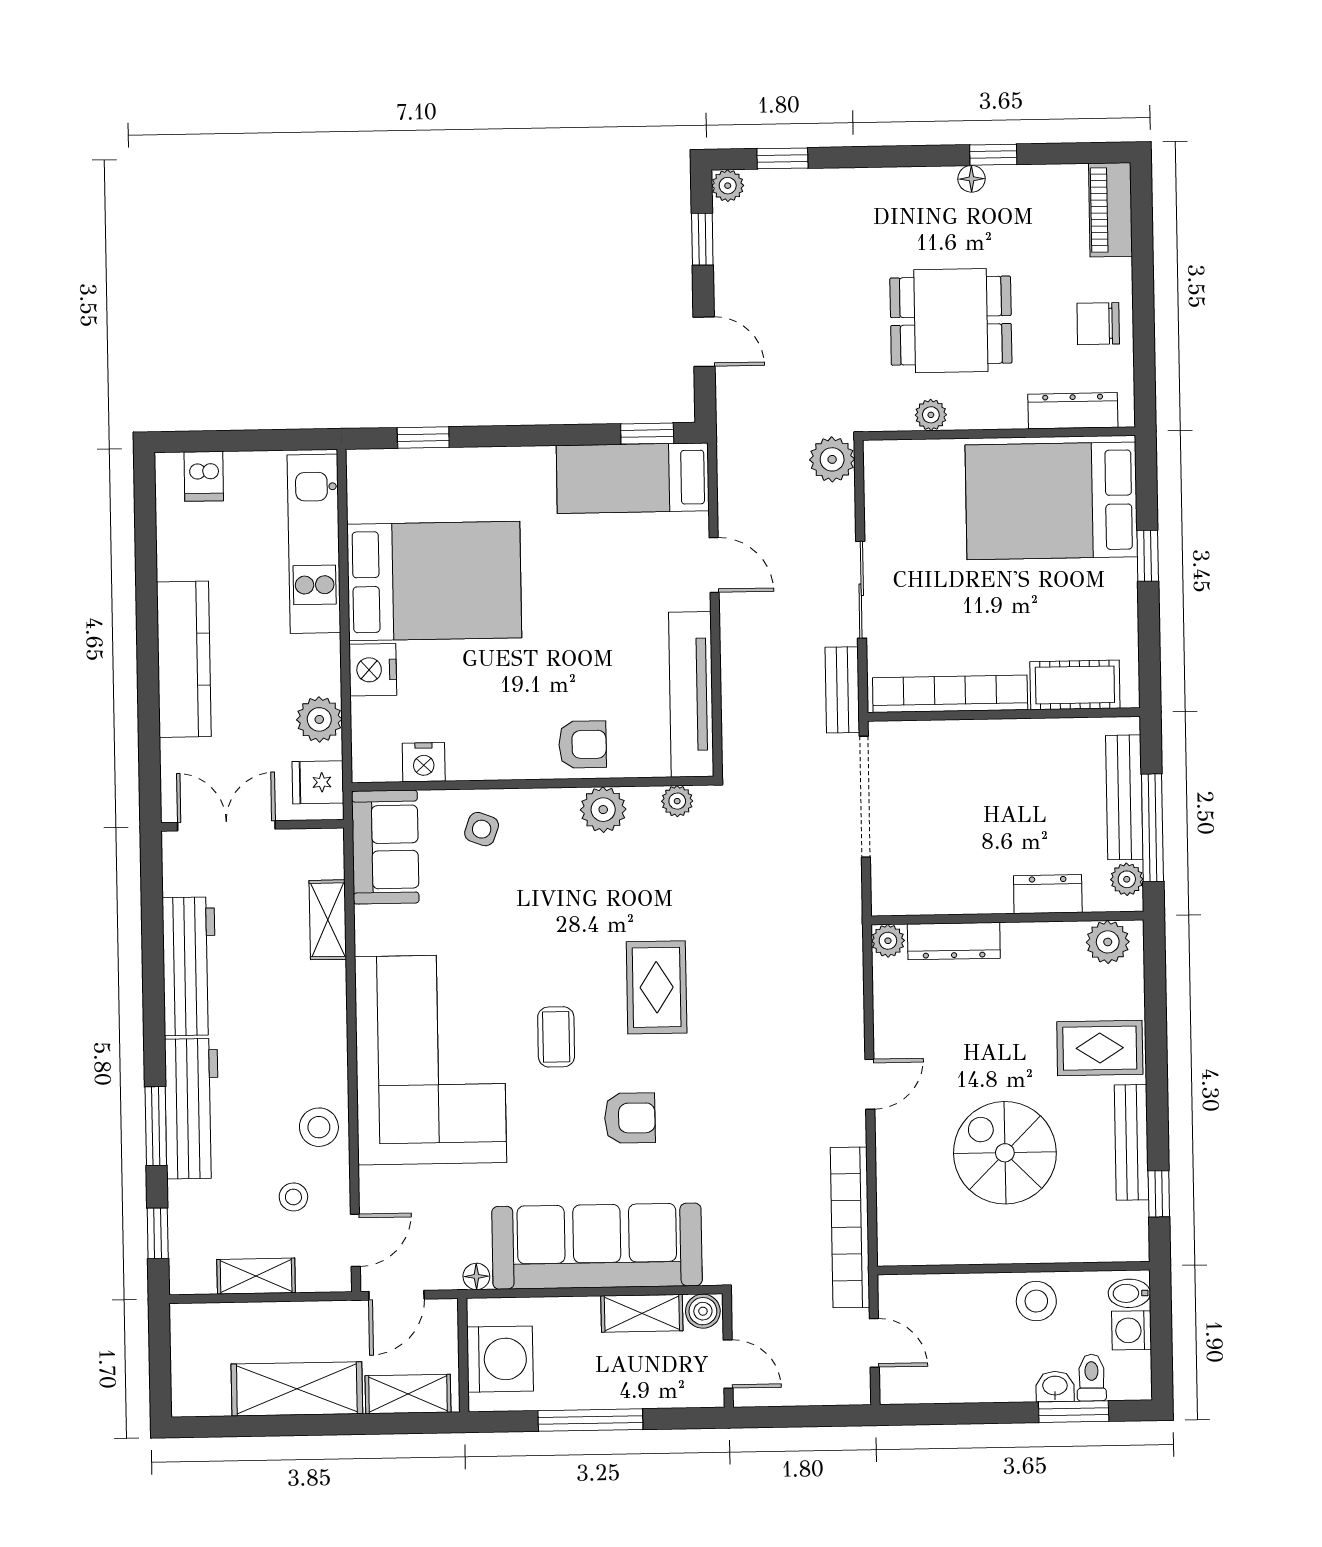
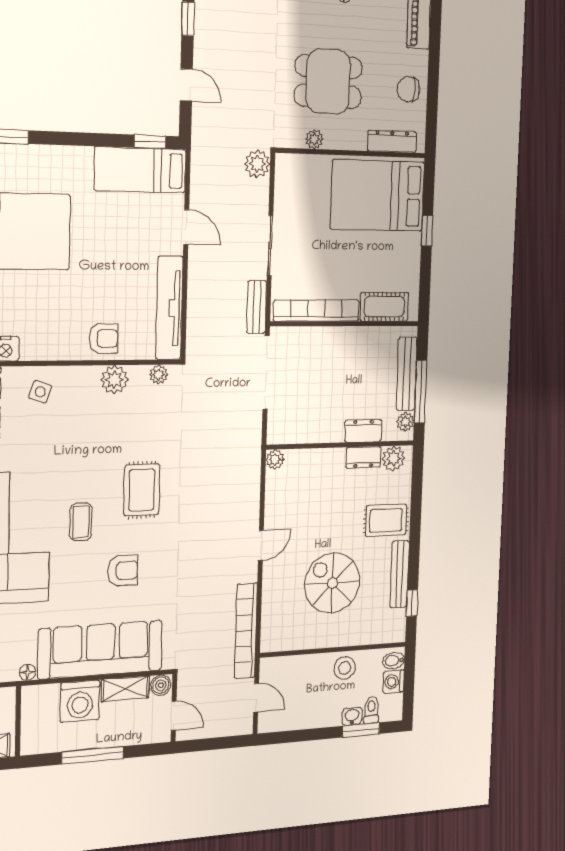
dresser: (954, 941) -> (363, 457), moved, width x0.70
washing machine: (500, 1359) -> (80, 701), moved, turned 90

